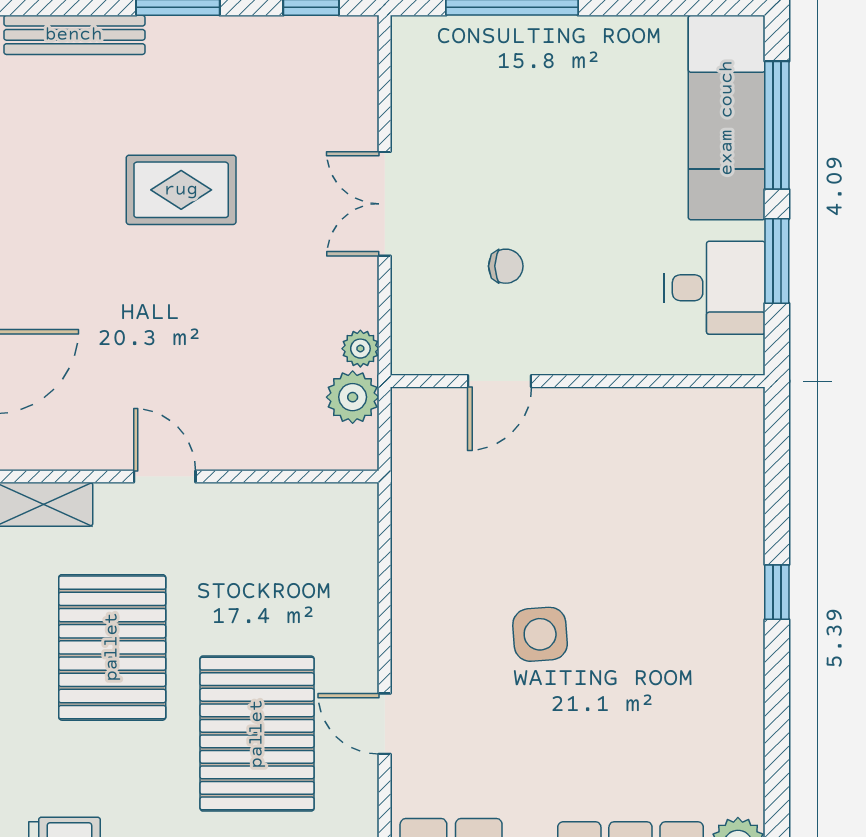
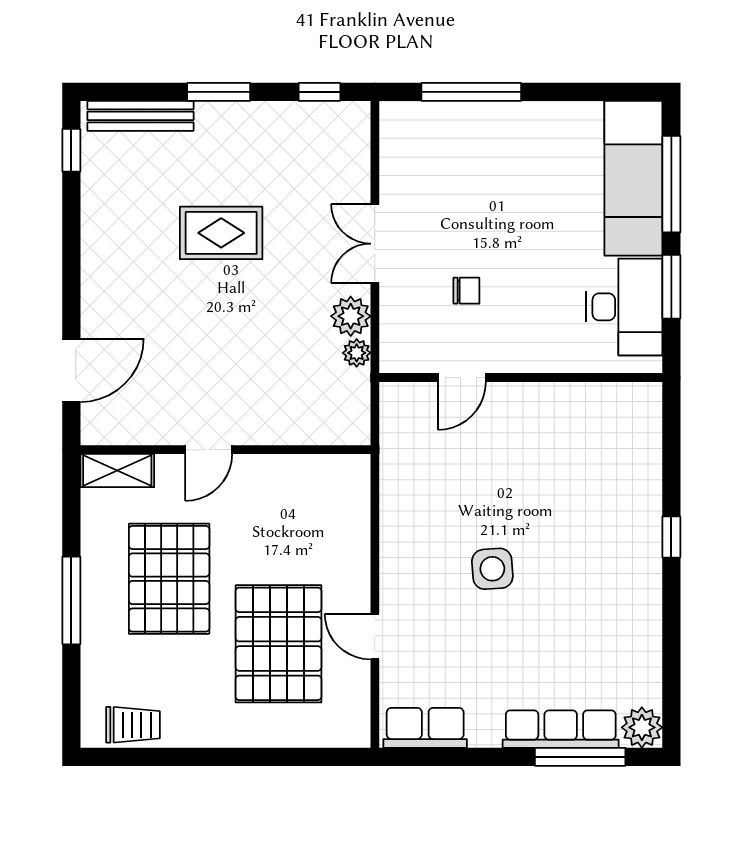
desk: (715, 288) -> (624, 307), width x1.37
plant: (353, 397) -> (351, 316), moved
door: (165, 477) -> (209, 450), swing flipped

